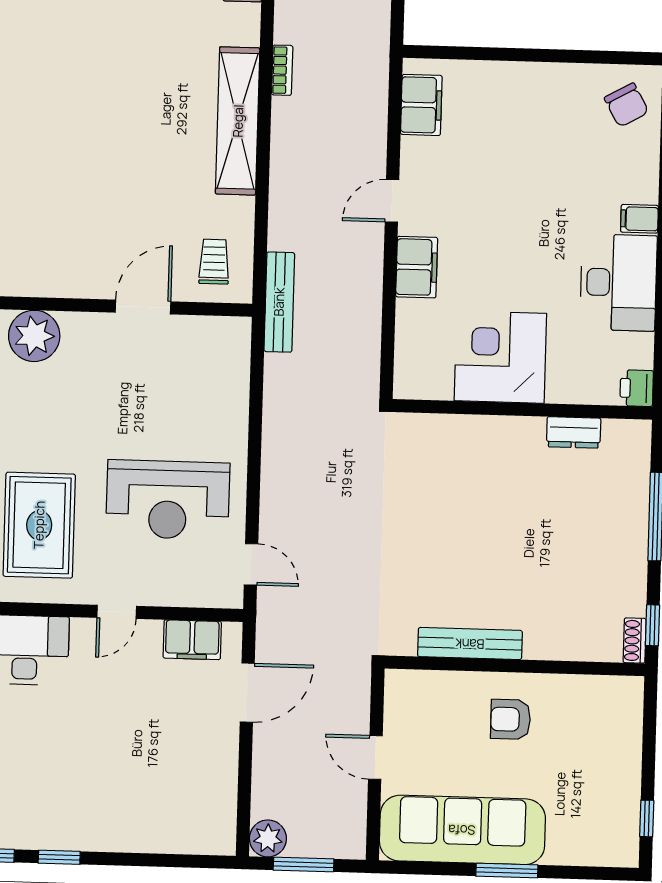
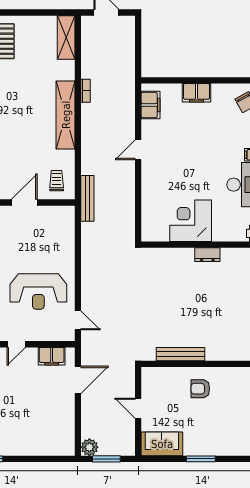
filing cabinet: (417, 267) -> (197, 93), moved, turned 90
dresser: (574, 432) -> (207, 255), moved
sofa: (462, 830) -> (162, 444), width x0.54, depth x0.79

